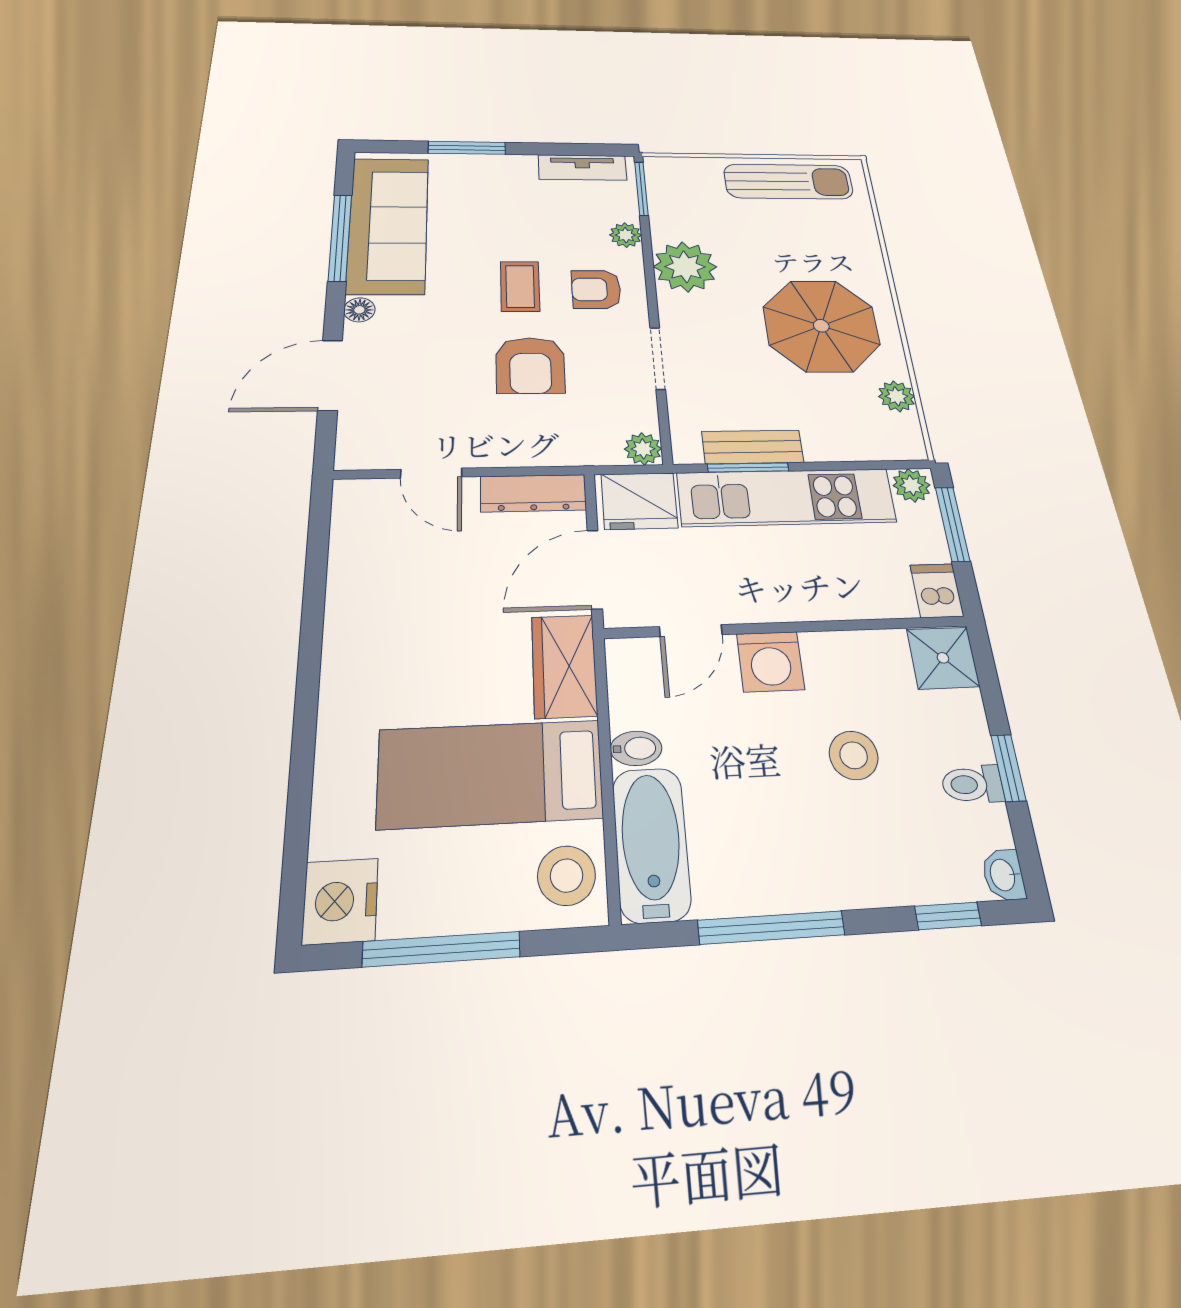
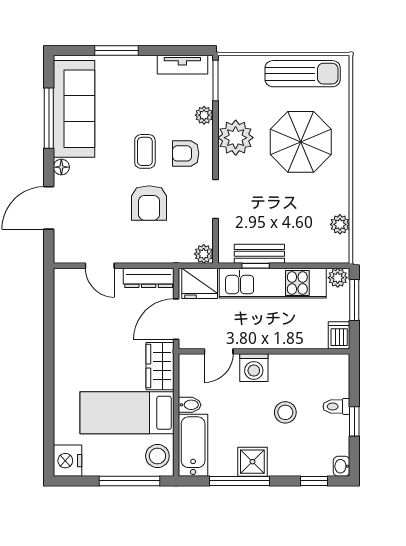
parasol: (821, 326) -> (301, 142), moved
window: (748, 467) -> (256, 266), width x0.67
shower: (943, 658) -> (252, 462), moved
toilet: (972, 784) -> (336, 406), moved
window: (442, 949) -> (129, 481), moved

